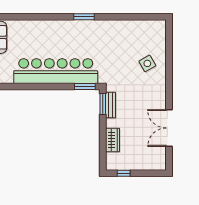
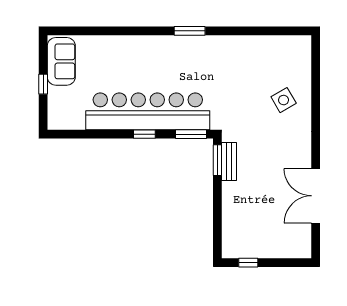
window: (53, 86) -> (144, 134), added
wardrobe: (112, 140) -> (232, 213), removed

